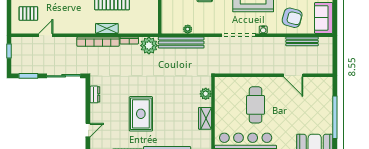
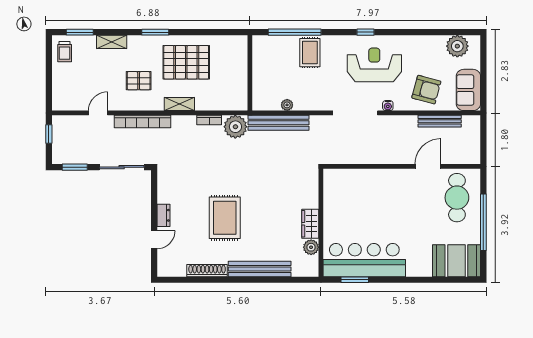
pallet: (28, 13) -> (139, 81), moved
bookcase: (98, 42) -> (143, 122), moved
door: (293, 75) -> (428, 166), swing flipped
dresser: (95, 94) -> (163, 215), moved
plant: (206, 94) -> (311, 247), moved
cafe table: (256, 105) -> (457, 198), moved

